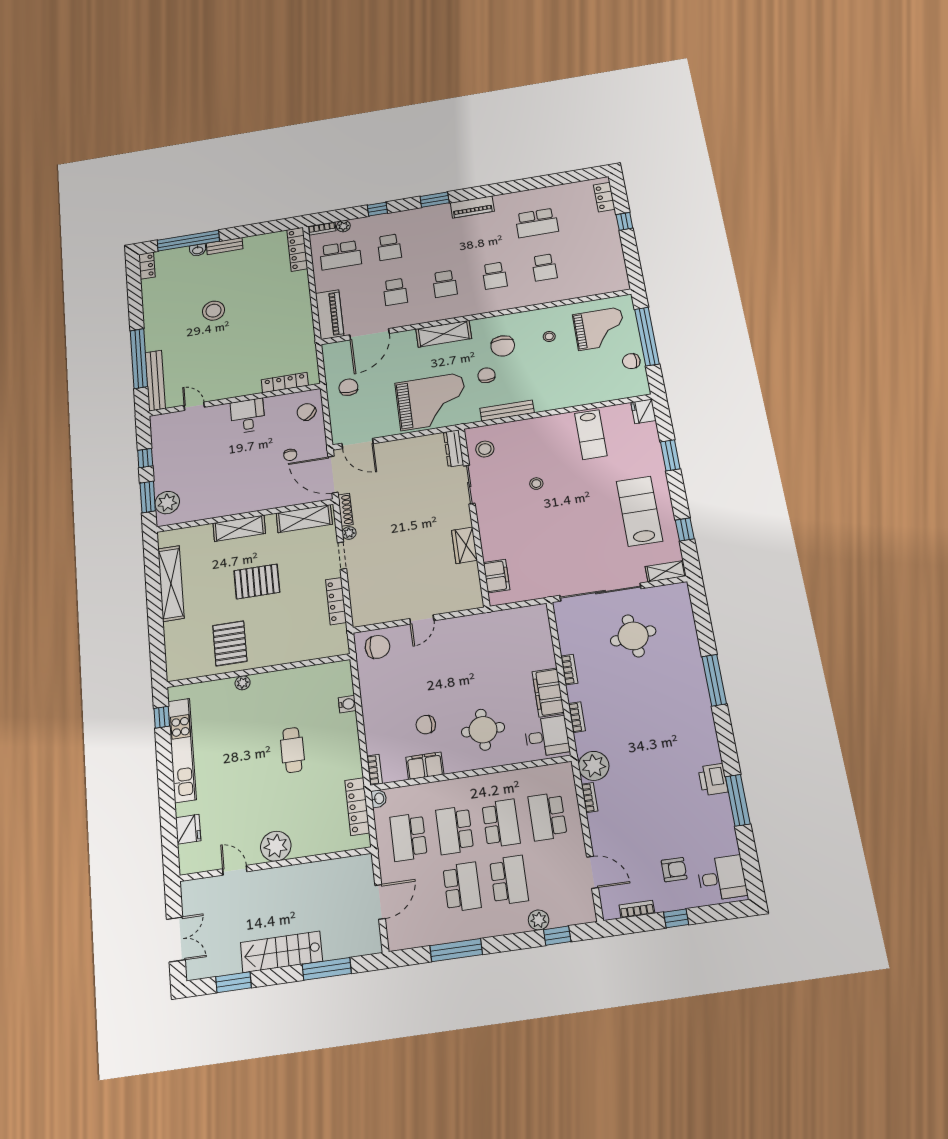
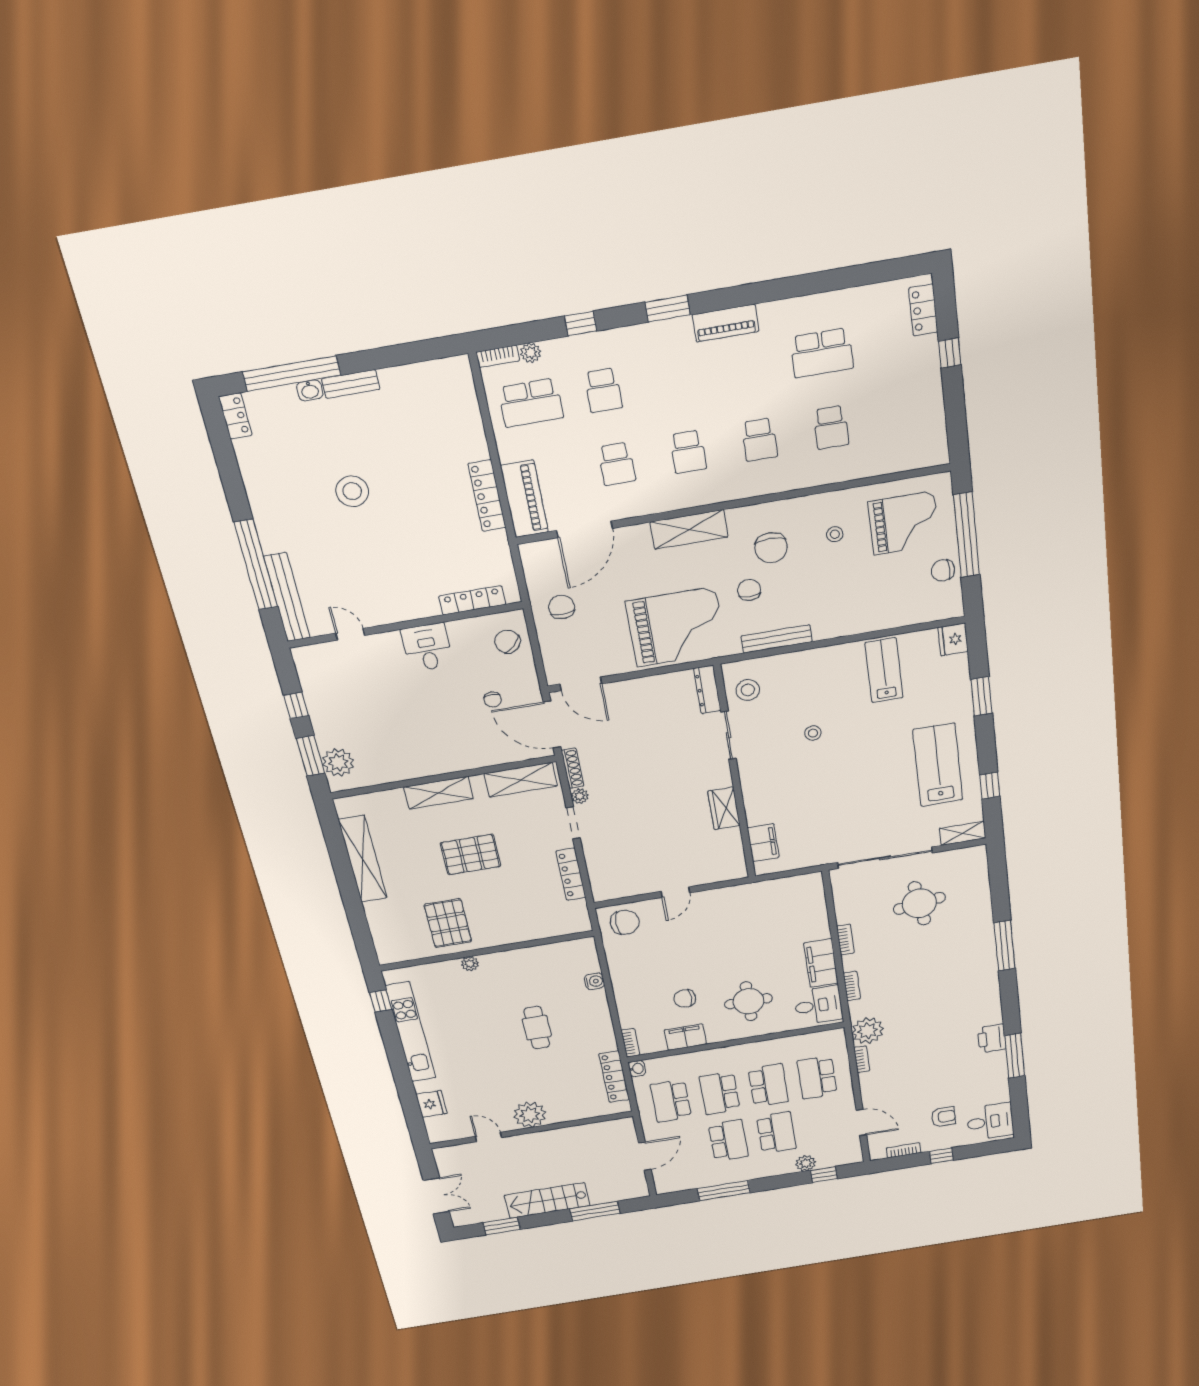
locker: (297, 249) -> (487, 496), moved
lab bench: (591, 435) -> (884, 670), turned 180

